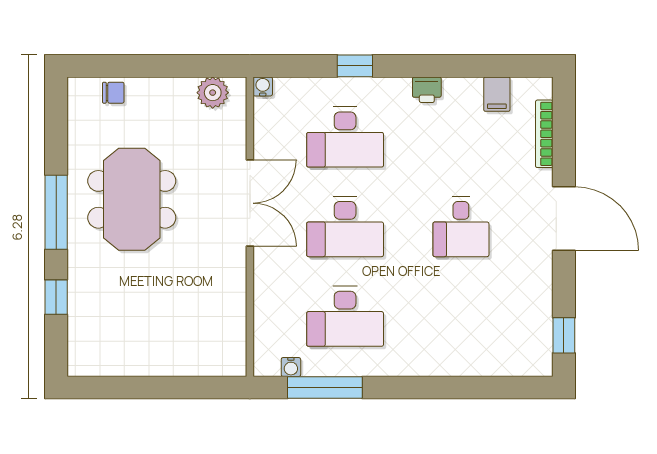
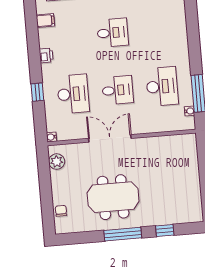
desk: (345, 227) -> (118, 90), width x0.73

